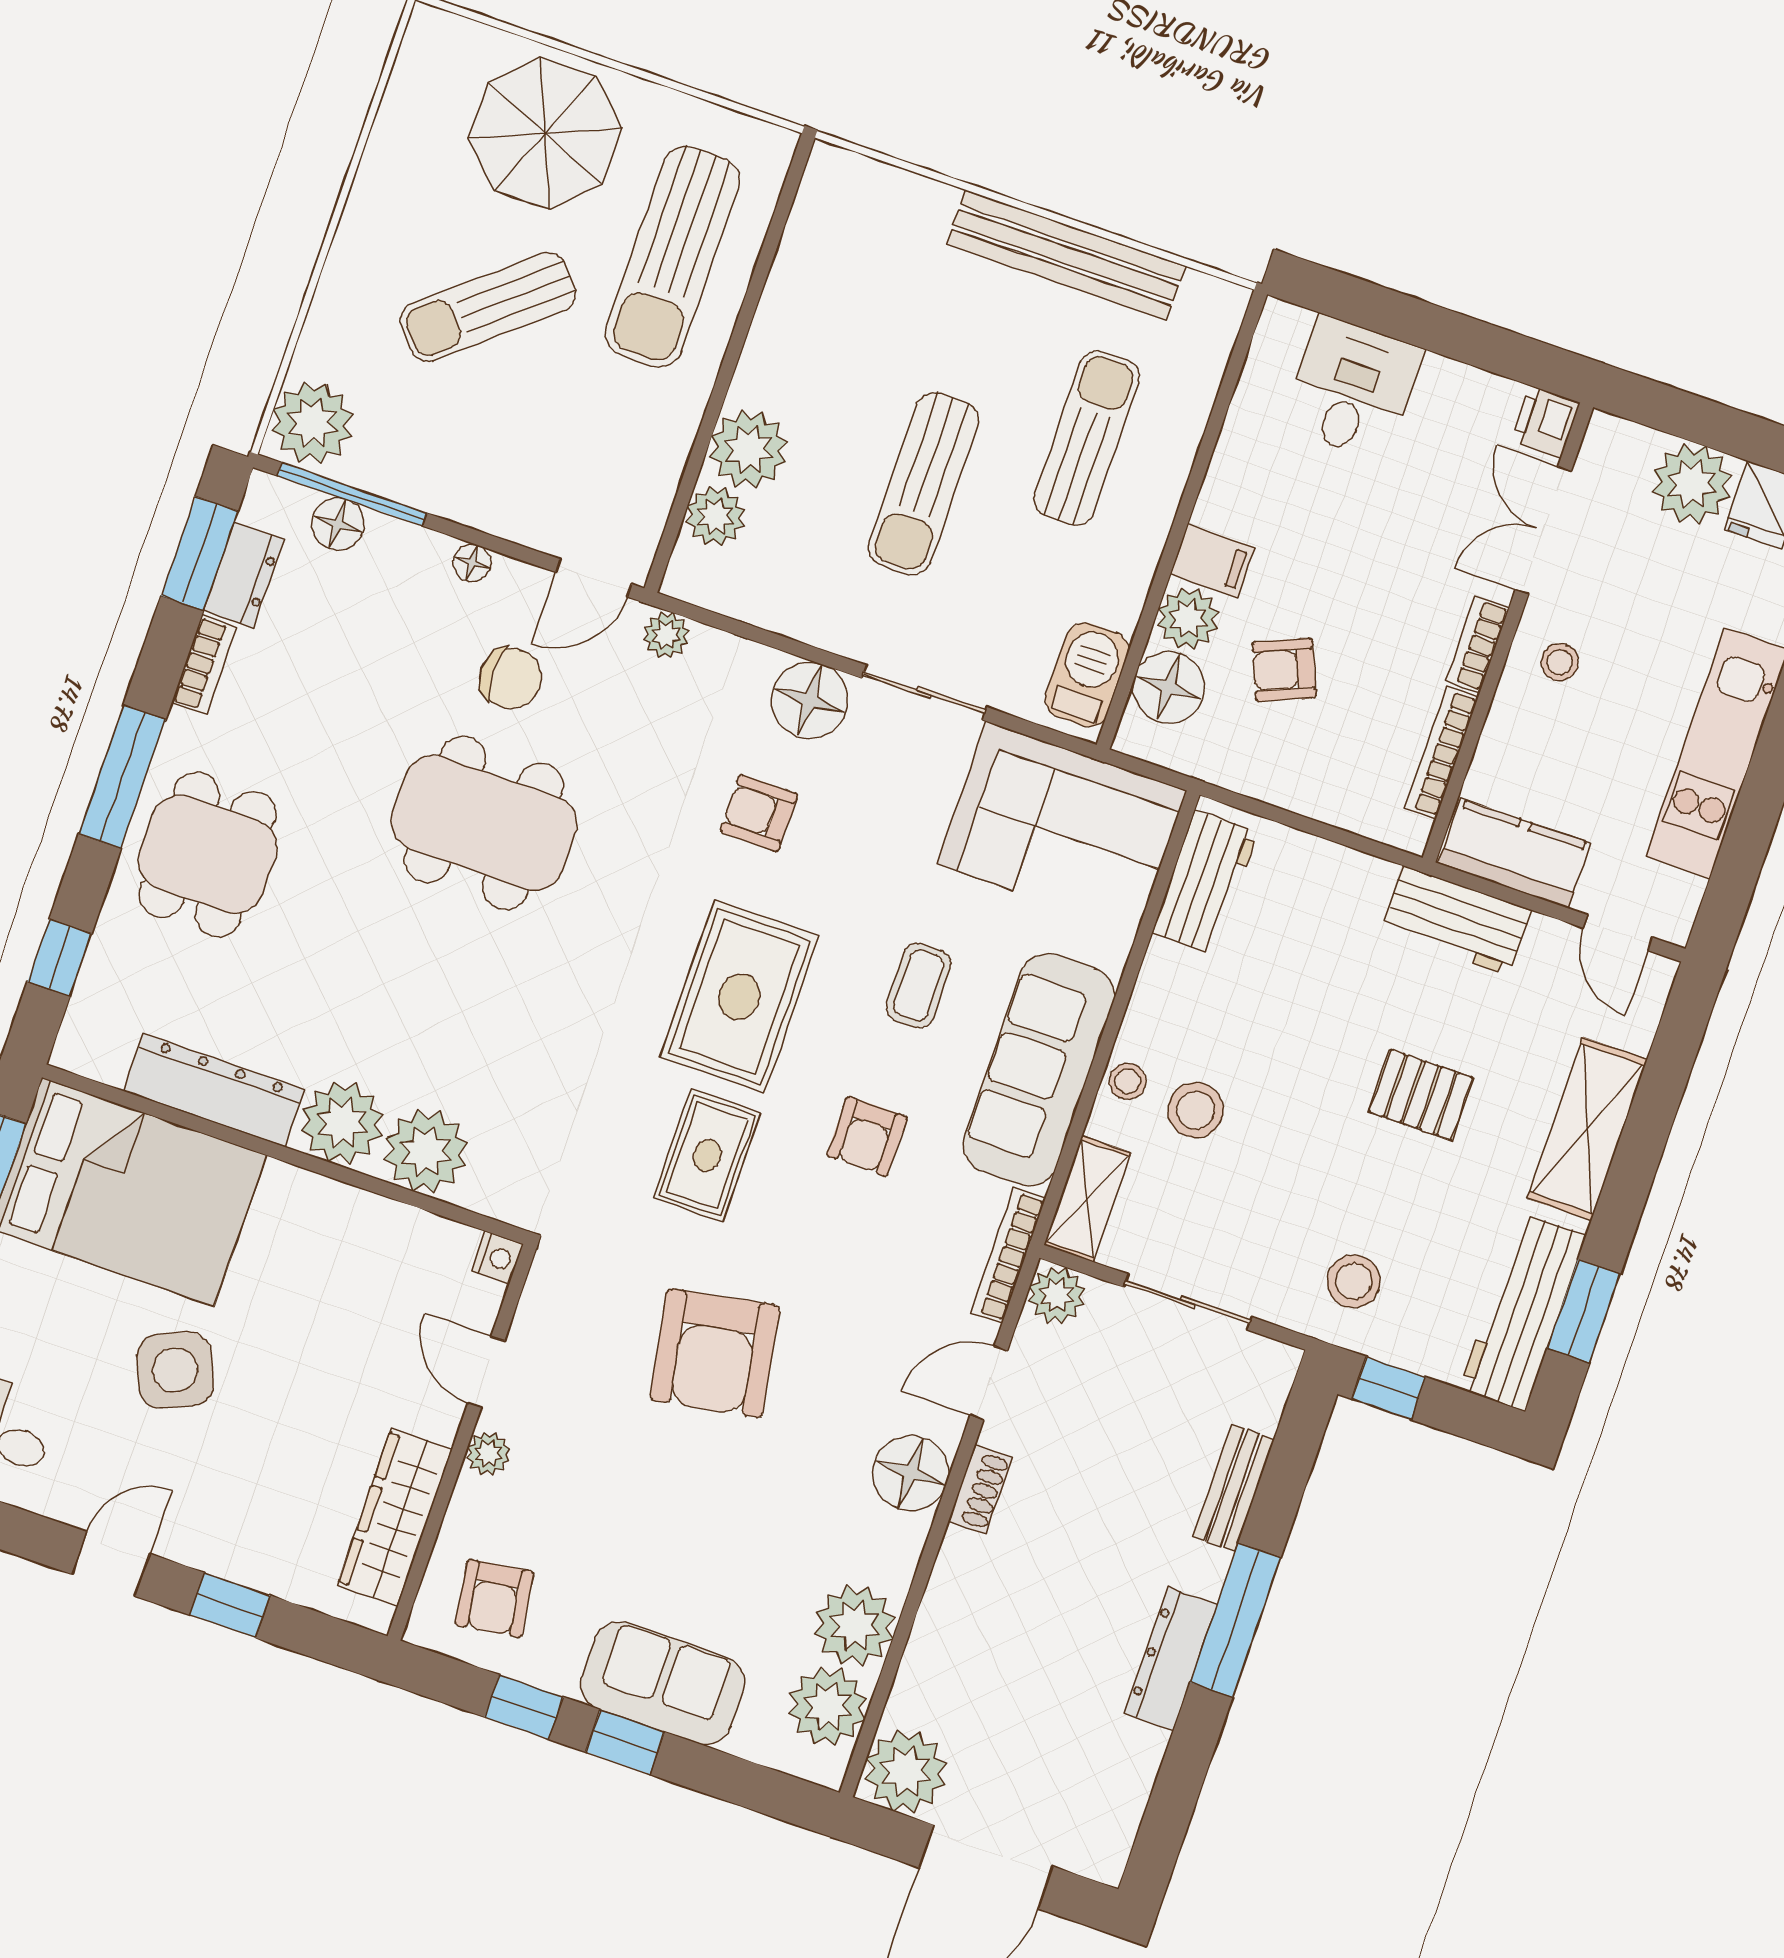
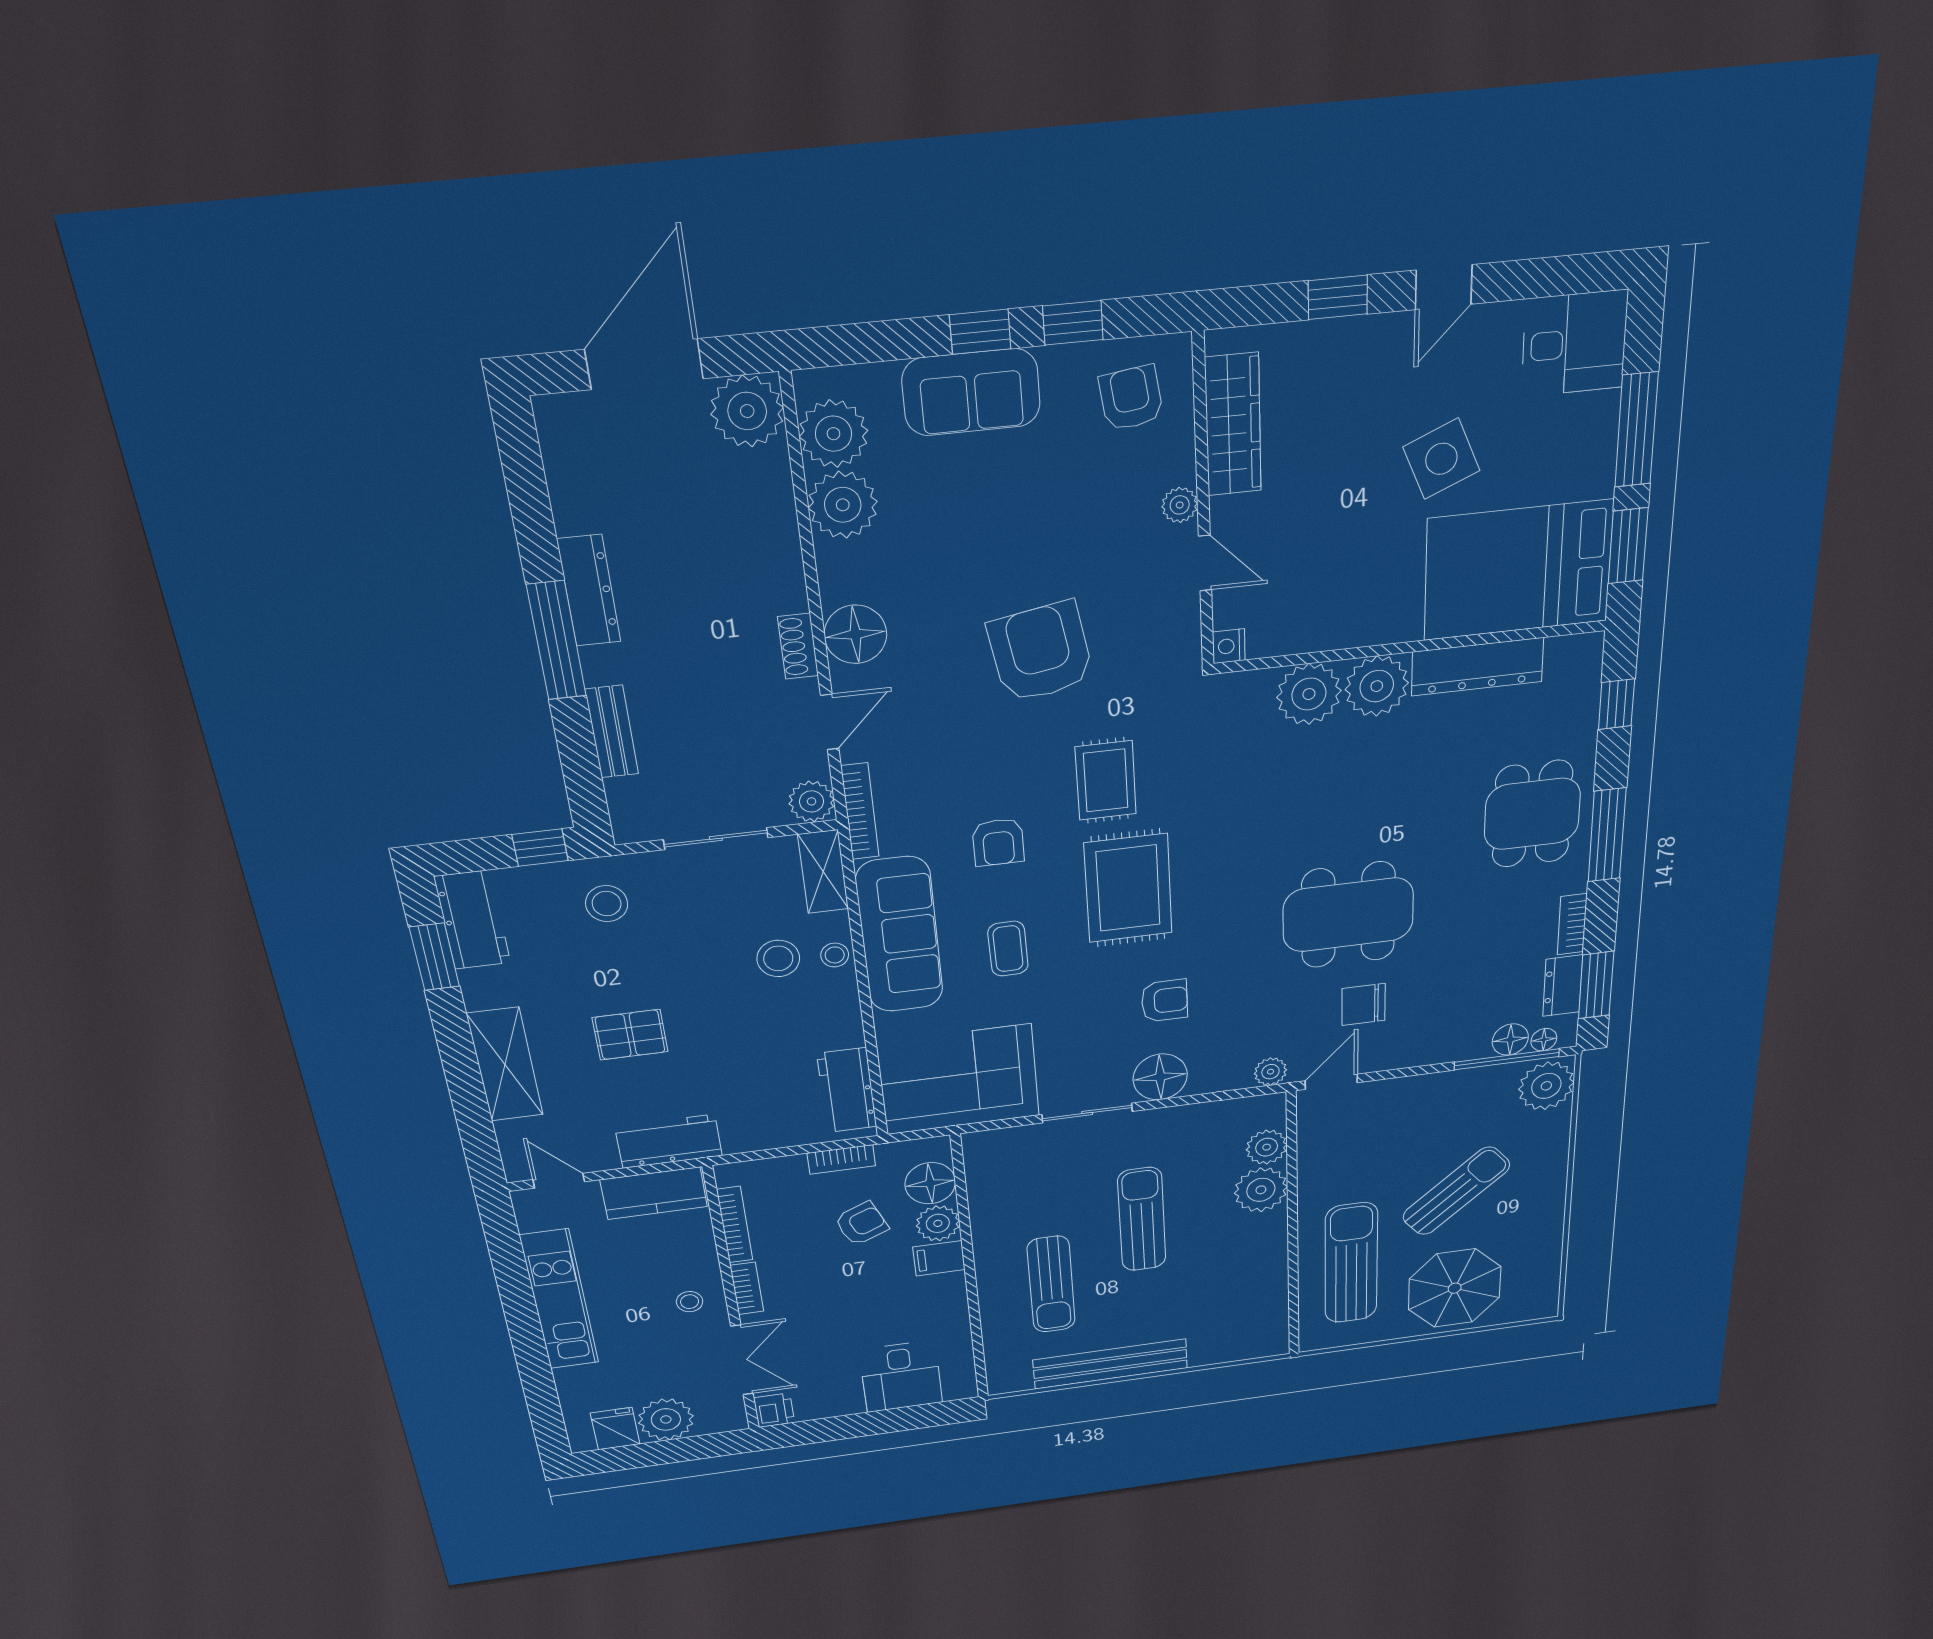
floor lamp: (472, 563) -> (1544, 1040), moved
barbecue: (1087, 675) -> (986, 1167), removed
bookcase: (1261, 783) -> (841, 1159), added
armchair: (867, 1136) -> (998, 842), turned 180
workbench: (1523, 1312) -> (472, 920), width x0.73

